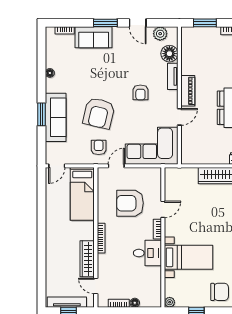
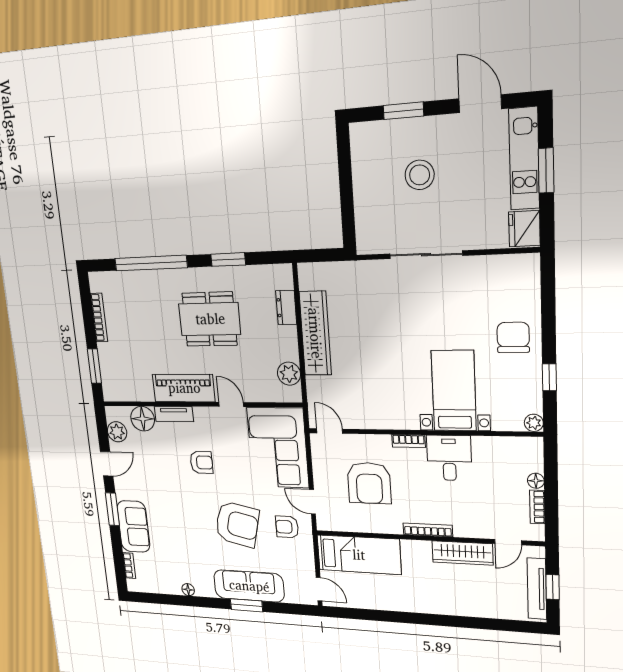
piano: (188, 91) -> (184, 388), width x1.37, depth x1.33
plant: (199, 157) -> (289, 374), added
door: (163, 209) -> (330, 431), moved

